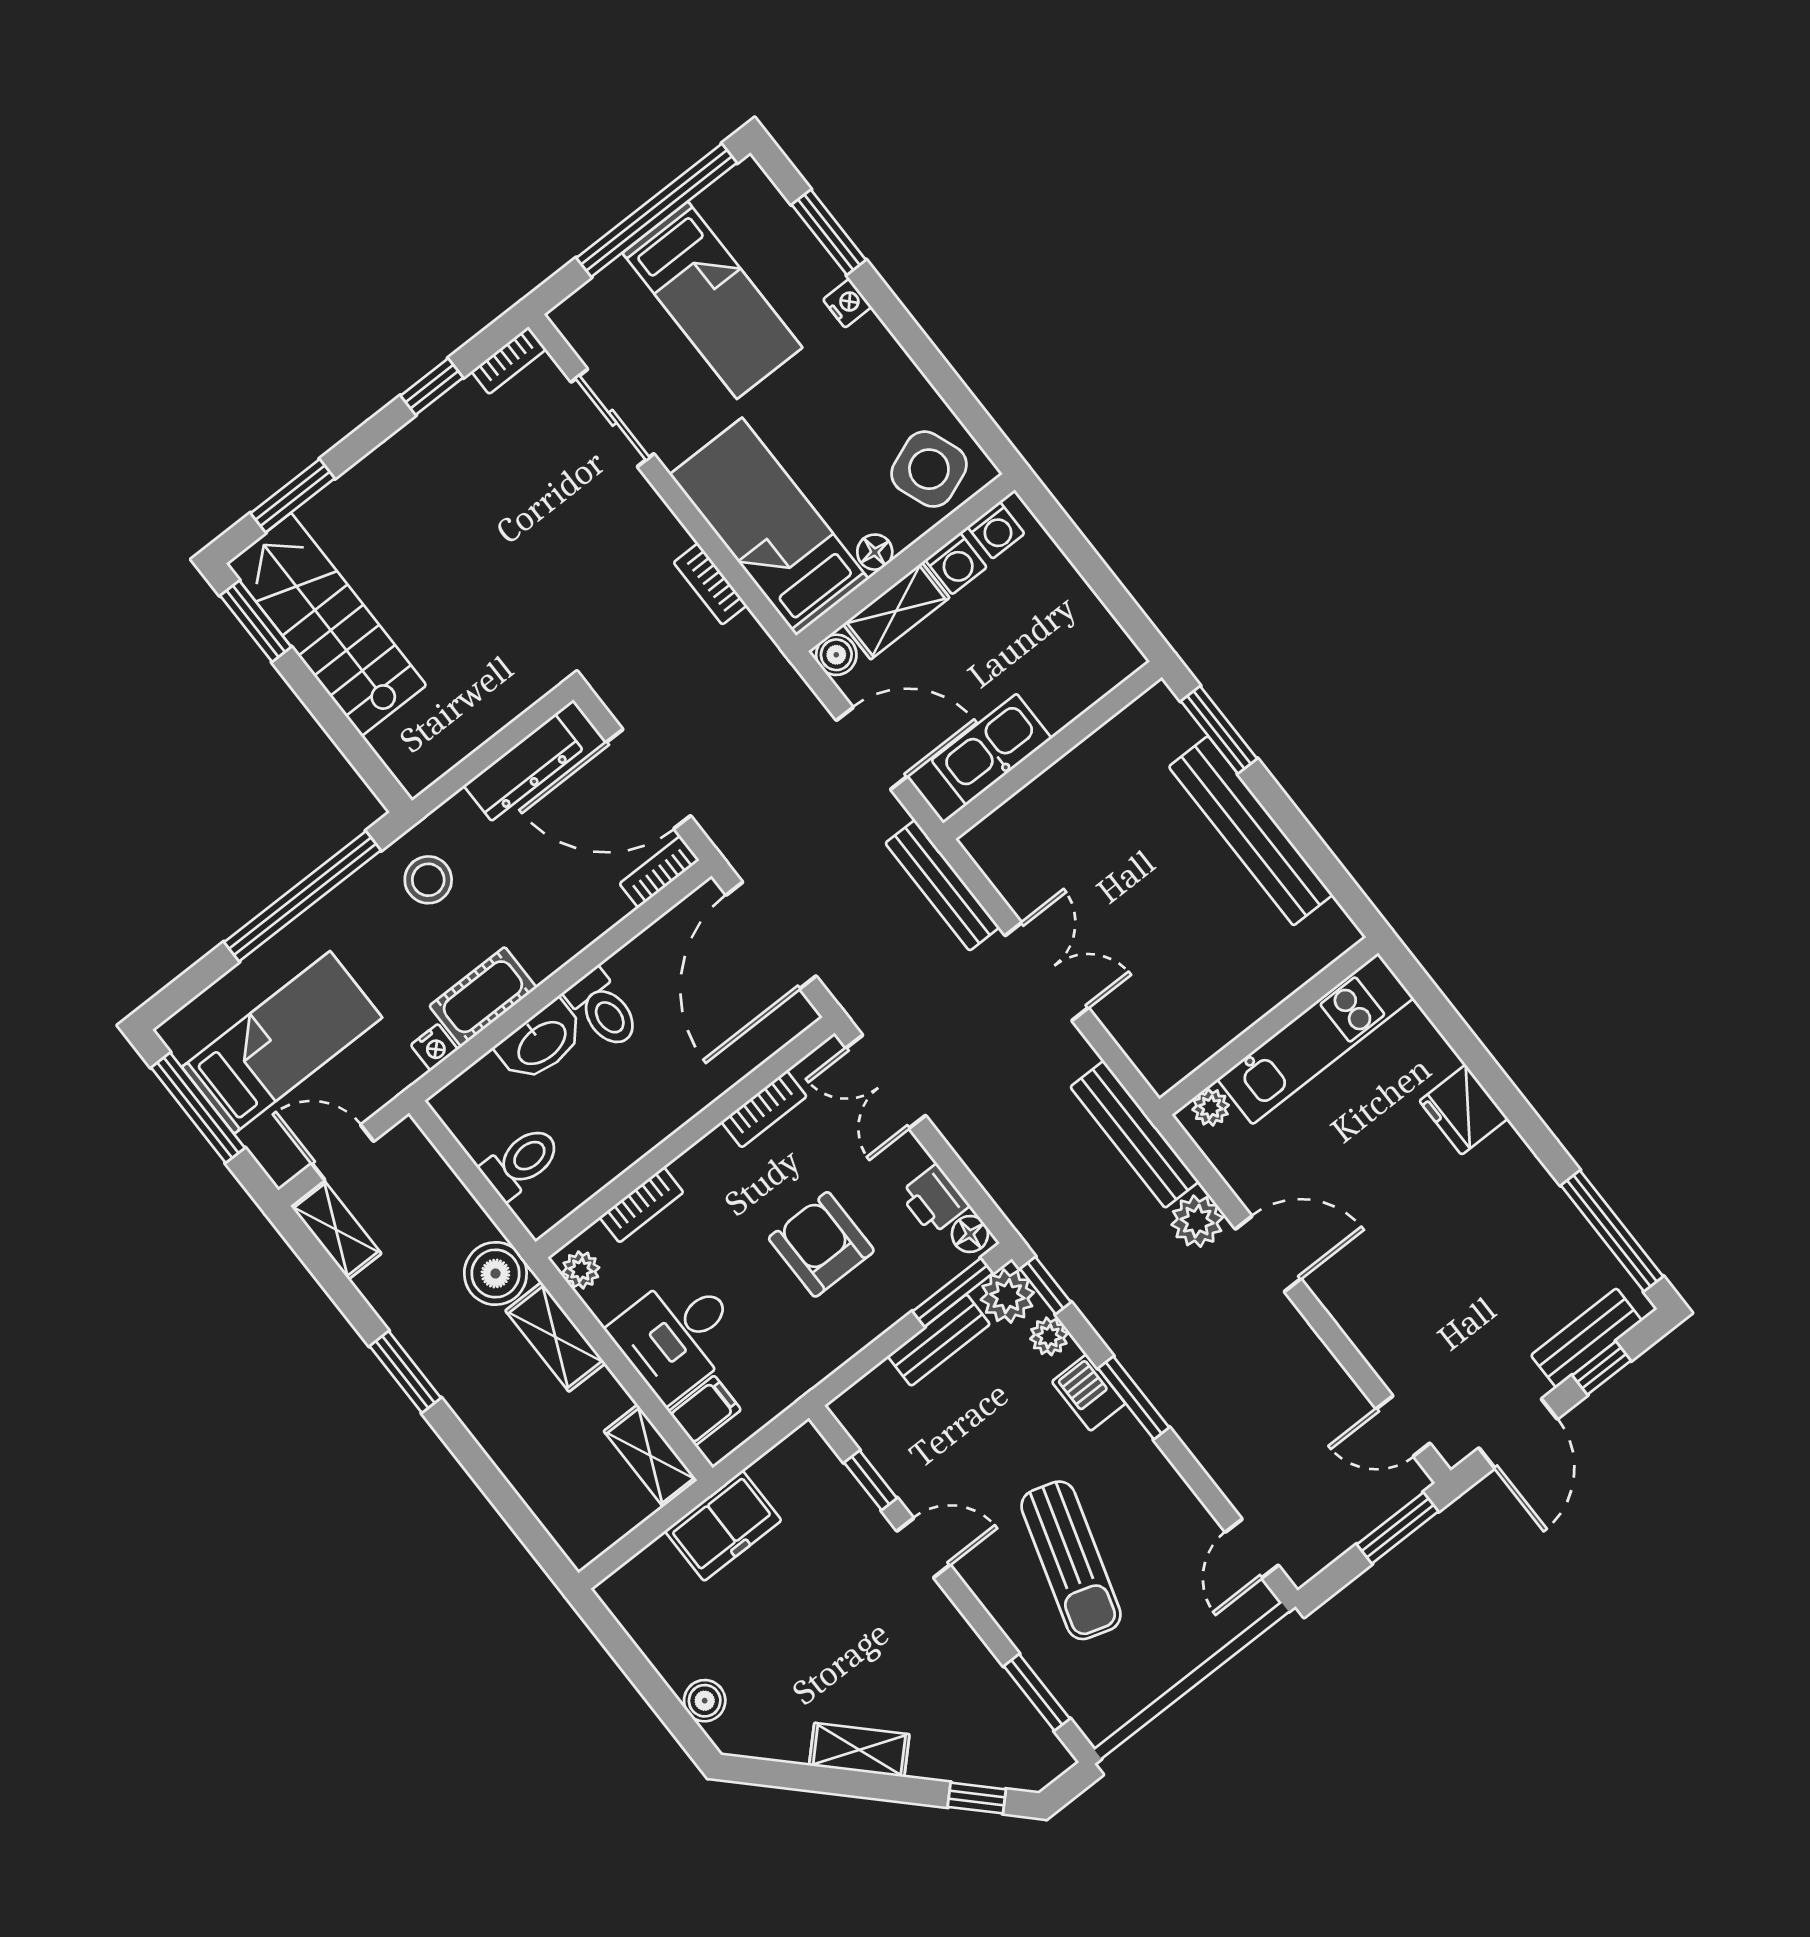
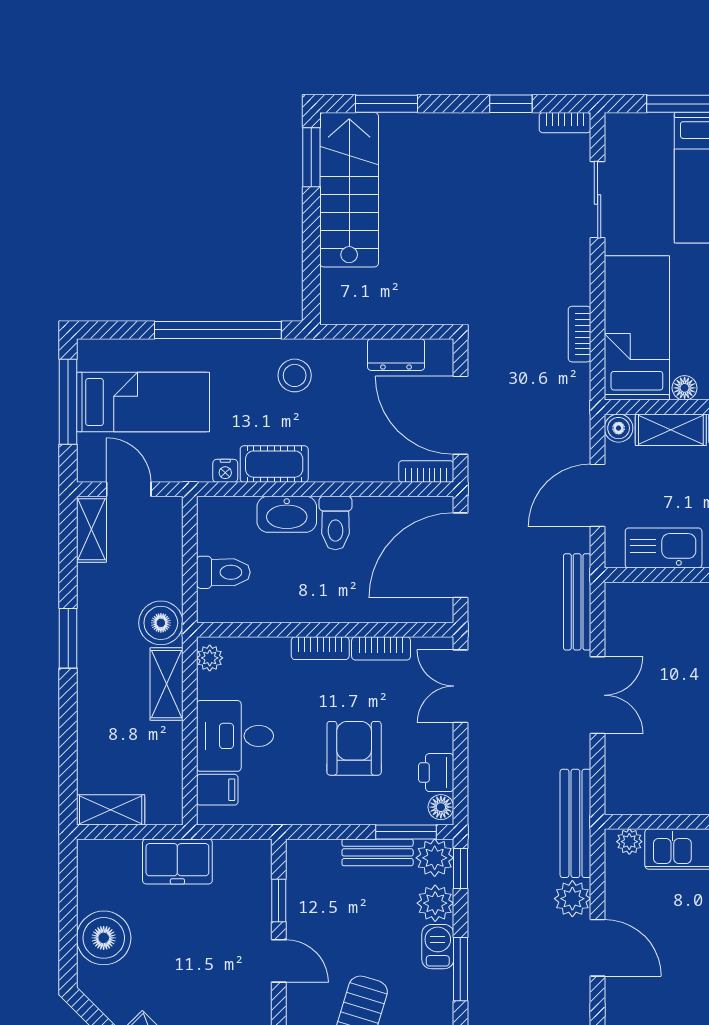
door: (872, 748) -> (598, 495), swing flipped
dresser: (523, 768) -> (396, 355), width x0.70
bookcase: (641, 1205) -> (320, 648), moved
plant: (1049, 1336) -> (435, 903), width x1.38, depth x1.38
shelving: (650, 1456) -> (111, 810), moved, turned 90
boiler: (705, 1701) -> (104, 938), width x1.86, depth x1.86

